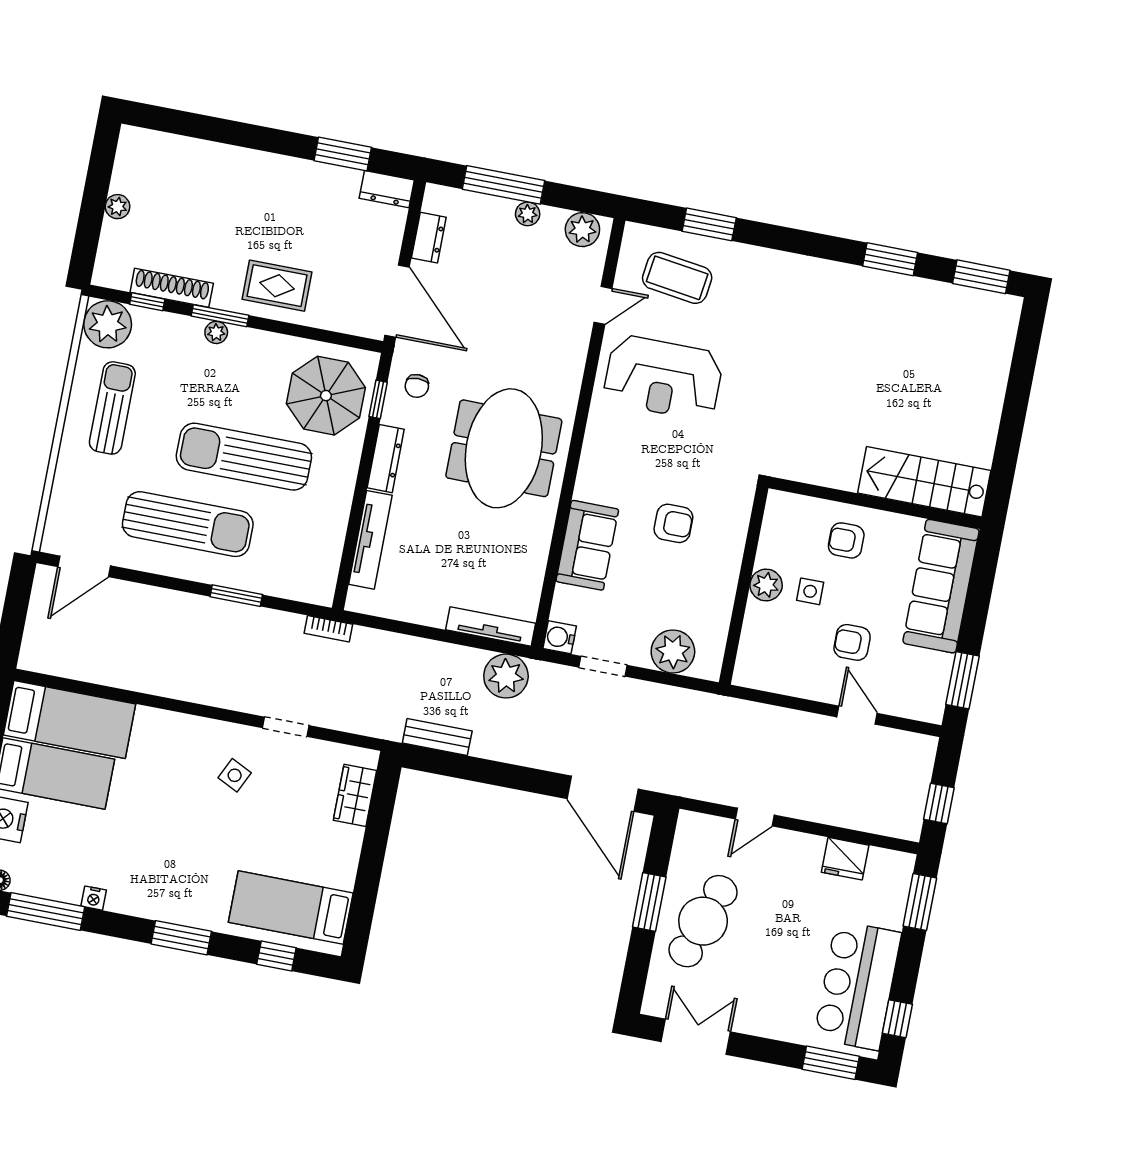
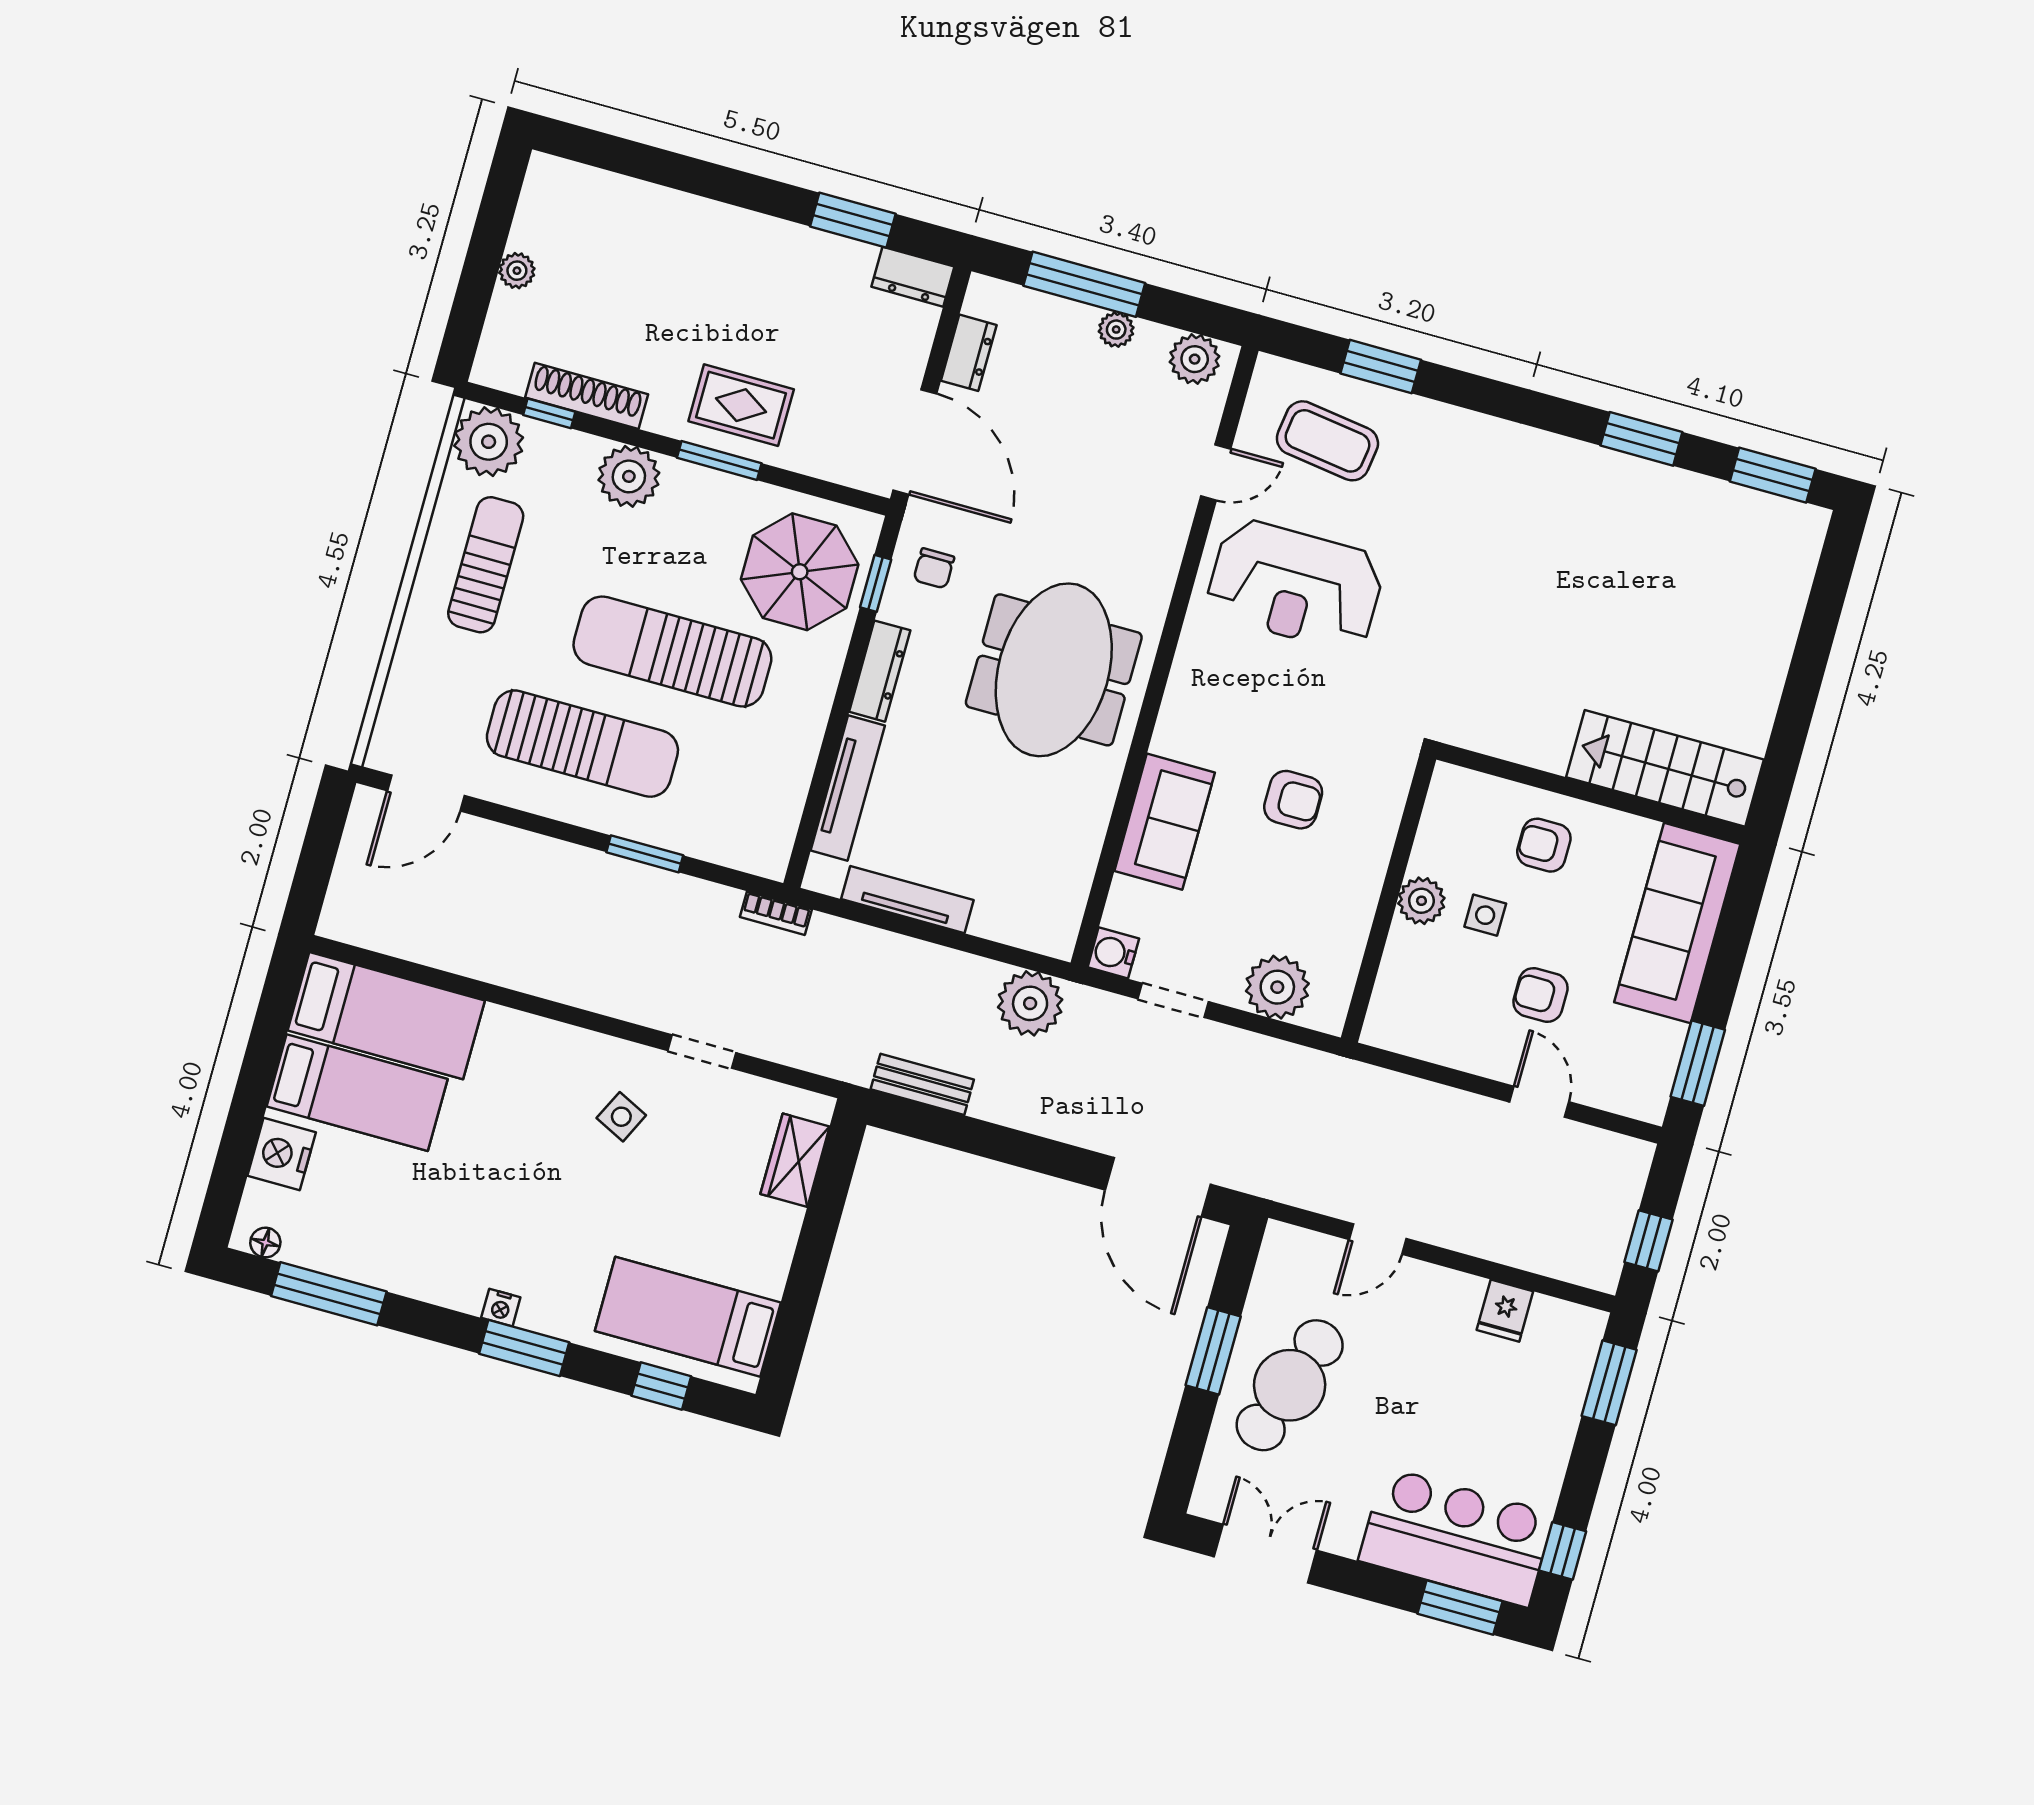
window: (220, 316) -> (719, 461), moved
plant: (216, 332) -> (629, 476), width x1.87, depth x1.87
tv unit: (491, 626) -> (907, 900), moved
fridge: (845, 859) -> (1505, 1311), width x0.72
nightstand: (94, 898) -> (501, 1308), moved
bar counter: (857, 985) -> (1456, 1537), moved, turned 90

